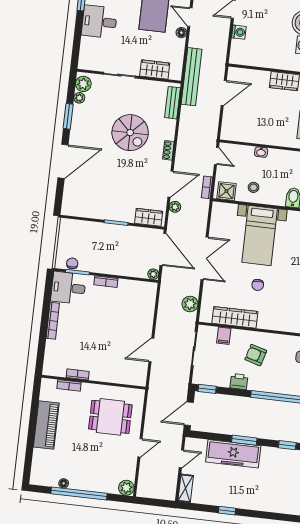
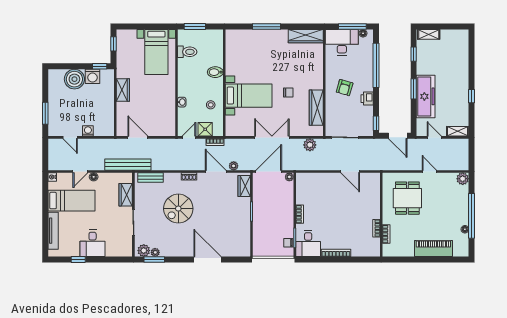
window: (68, 116) -> (154, 260), moved
spiral stairs: (130, 133) -> (178, 209), turned 180
shower: (226, 191) -> (205, 129), moved
filing cabinet: (224, 336) -> (332, 115), removed
piano: (46, 425) -> (433, 249), moved

